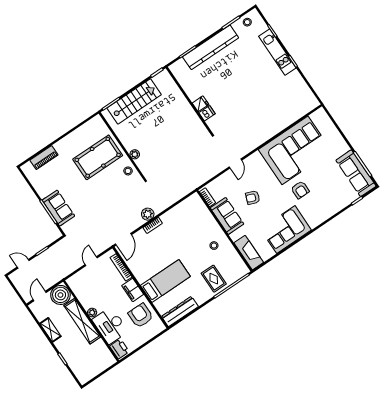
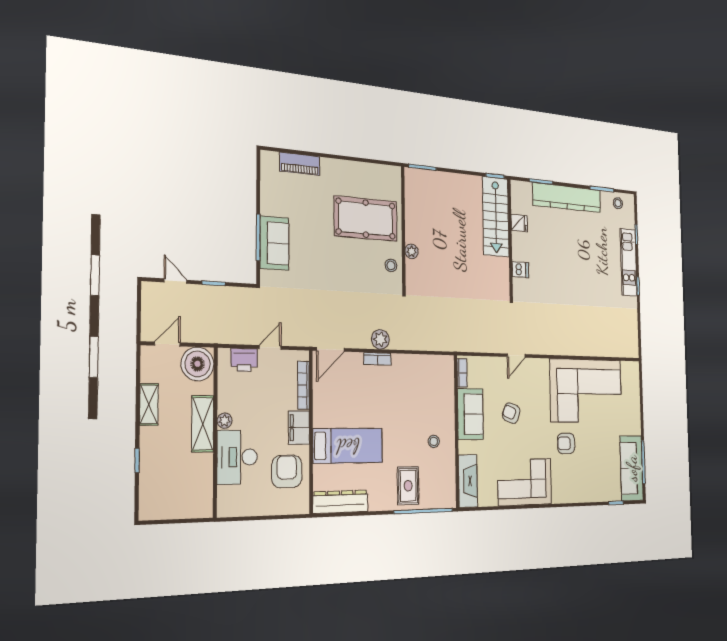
stairs: (134, 101) -> (496, 217), moved, turned 90
fridge: (201, 104) -> (519, 223), moved
armchair: (300, 190) -> (566, 443), turned 90
shelving: (82, 321) -> (203, 424), width x0.68
printer: (119, 349) -> (244, 360), moved, turned 90

